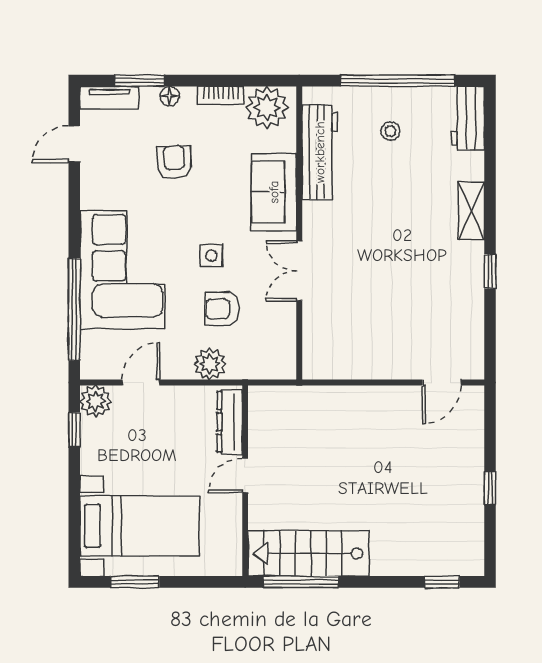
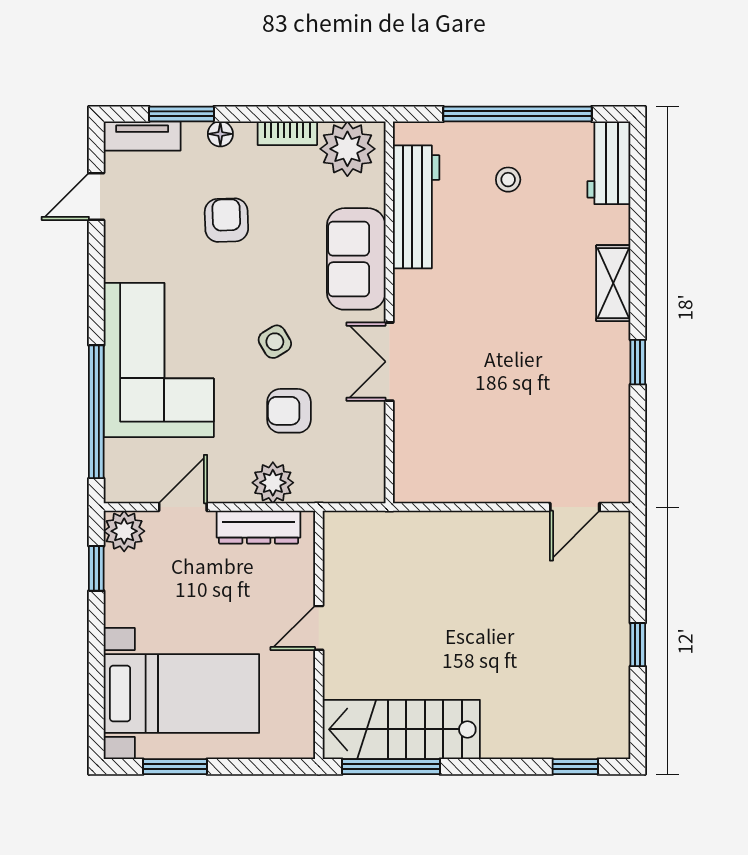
side table: (211, 256) -> (275, 342), turned -31
dresser: (230, 422) -> (259, 527), moved, turned -90

